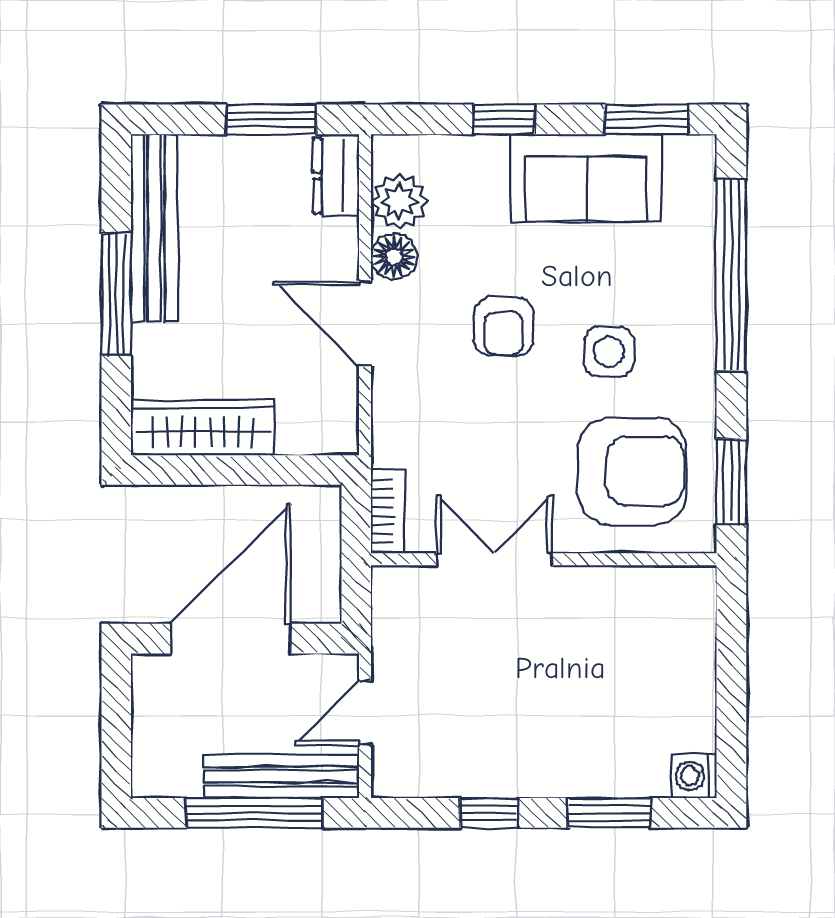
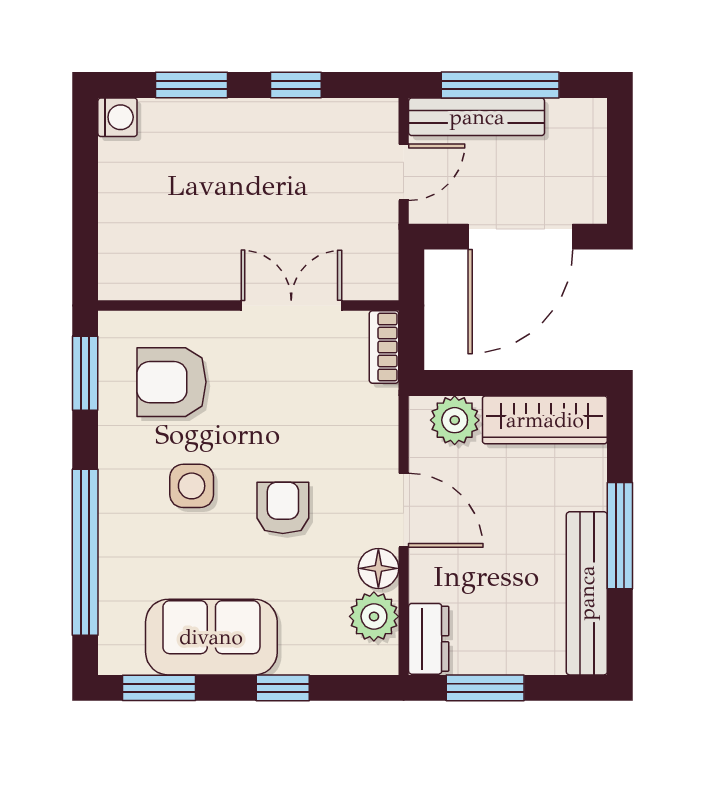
plant: (306, 427) -> (455, 420), added
armchair: (632, 471) -> (172, 382), width x0.73, depth x0.73
double door: (494, 559) -> (291, 306), swing flipped

